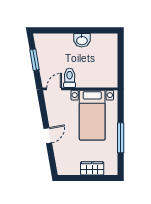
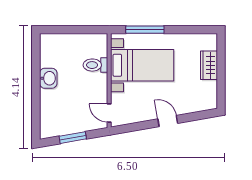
toilet: (70, 78) -> (95, 65), moved
window: (121, 138) -> (145, 30), moved

